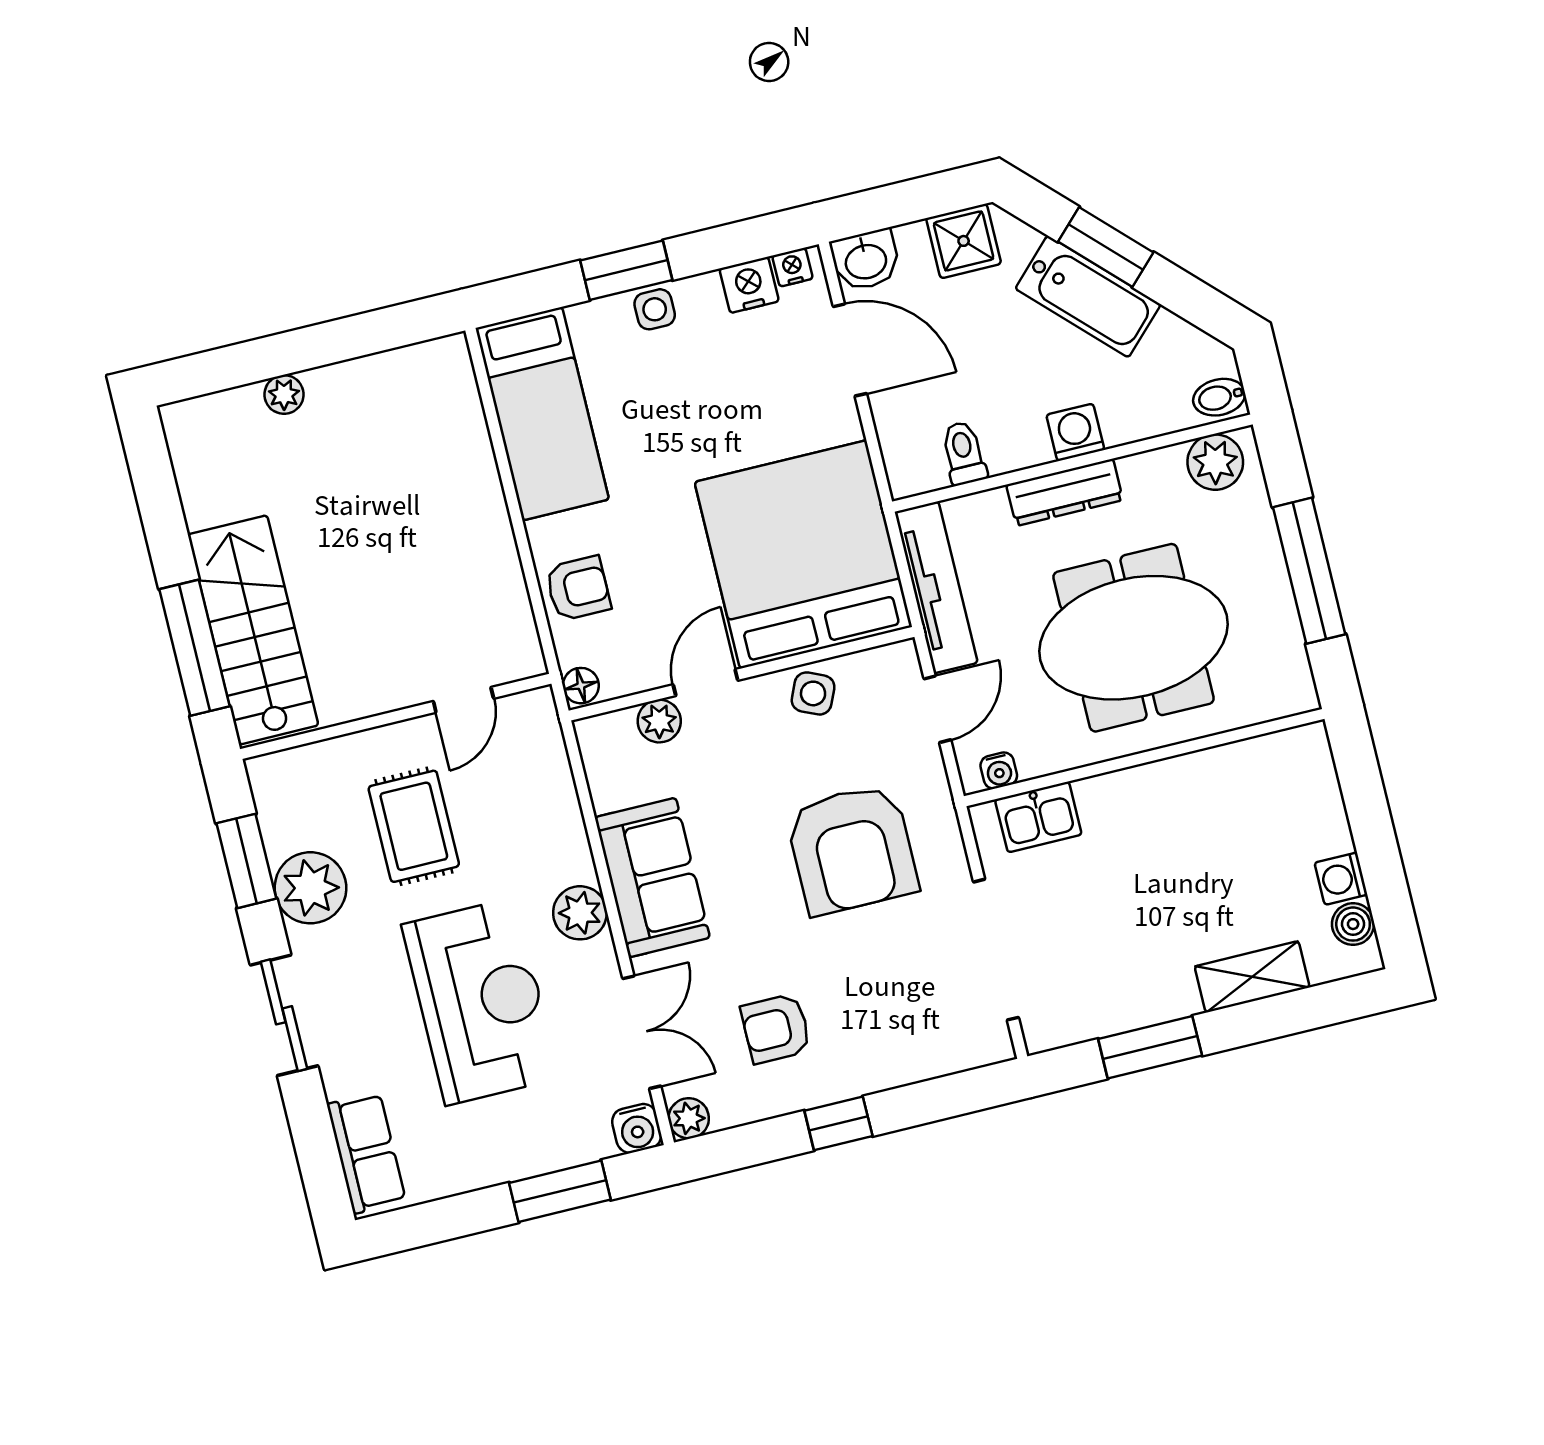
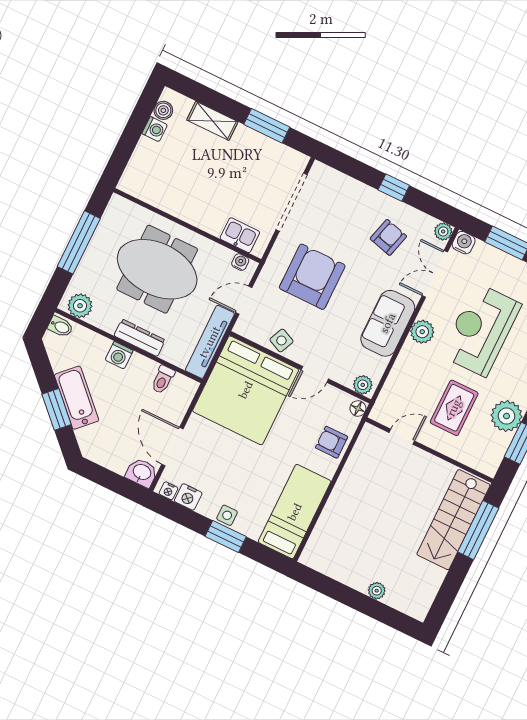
shower: (964, 241) -> (103, 452), removed
plant: (659, 721) -> (363, 385), moved
armchair: (776, 1028) -> (388, 237), turned -75

